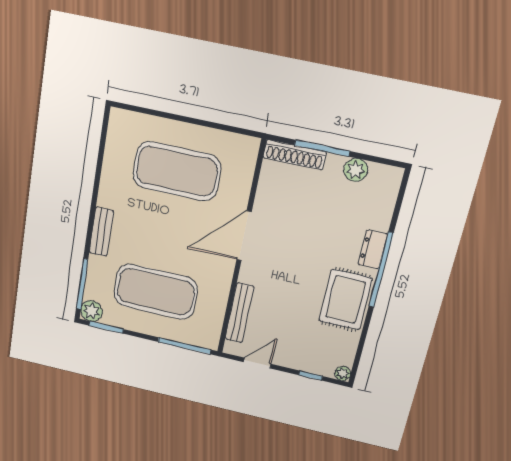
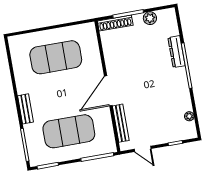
door: (244, 236) -> (108, 91), moved
dresser: (373, 249) -> (176, 52), width x1.44
rug: (346, 300) -> (175, 90), removed
plant: (91, 311) -> (36, 159), removed
door: (257, 363) -> (143, 149), swing flipped
plant: (343, 373) -> (189, 116), moved

